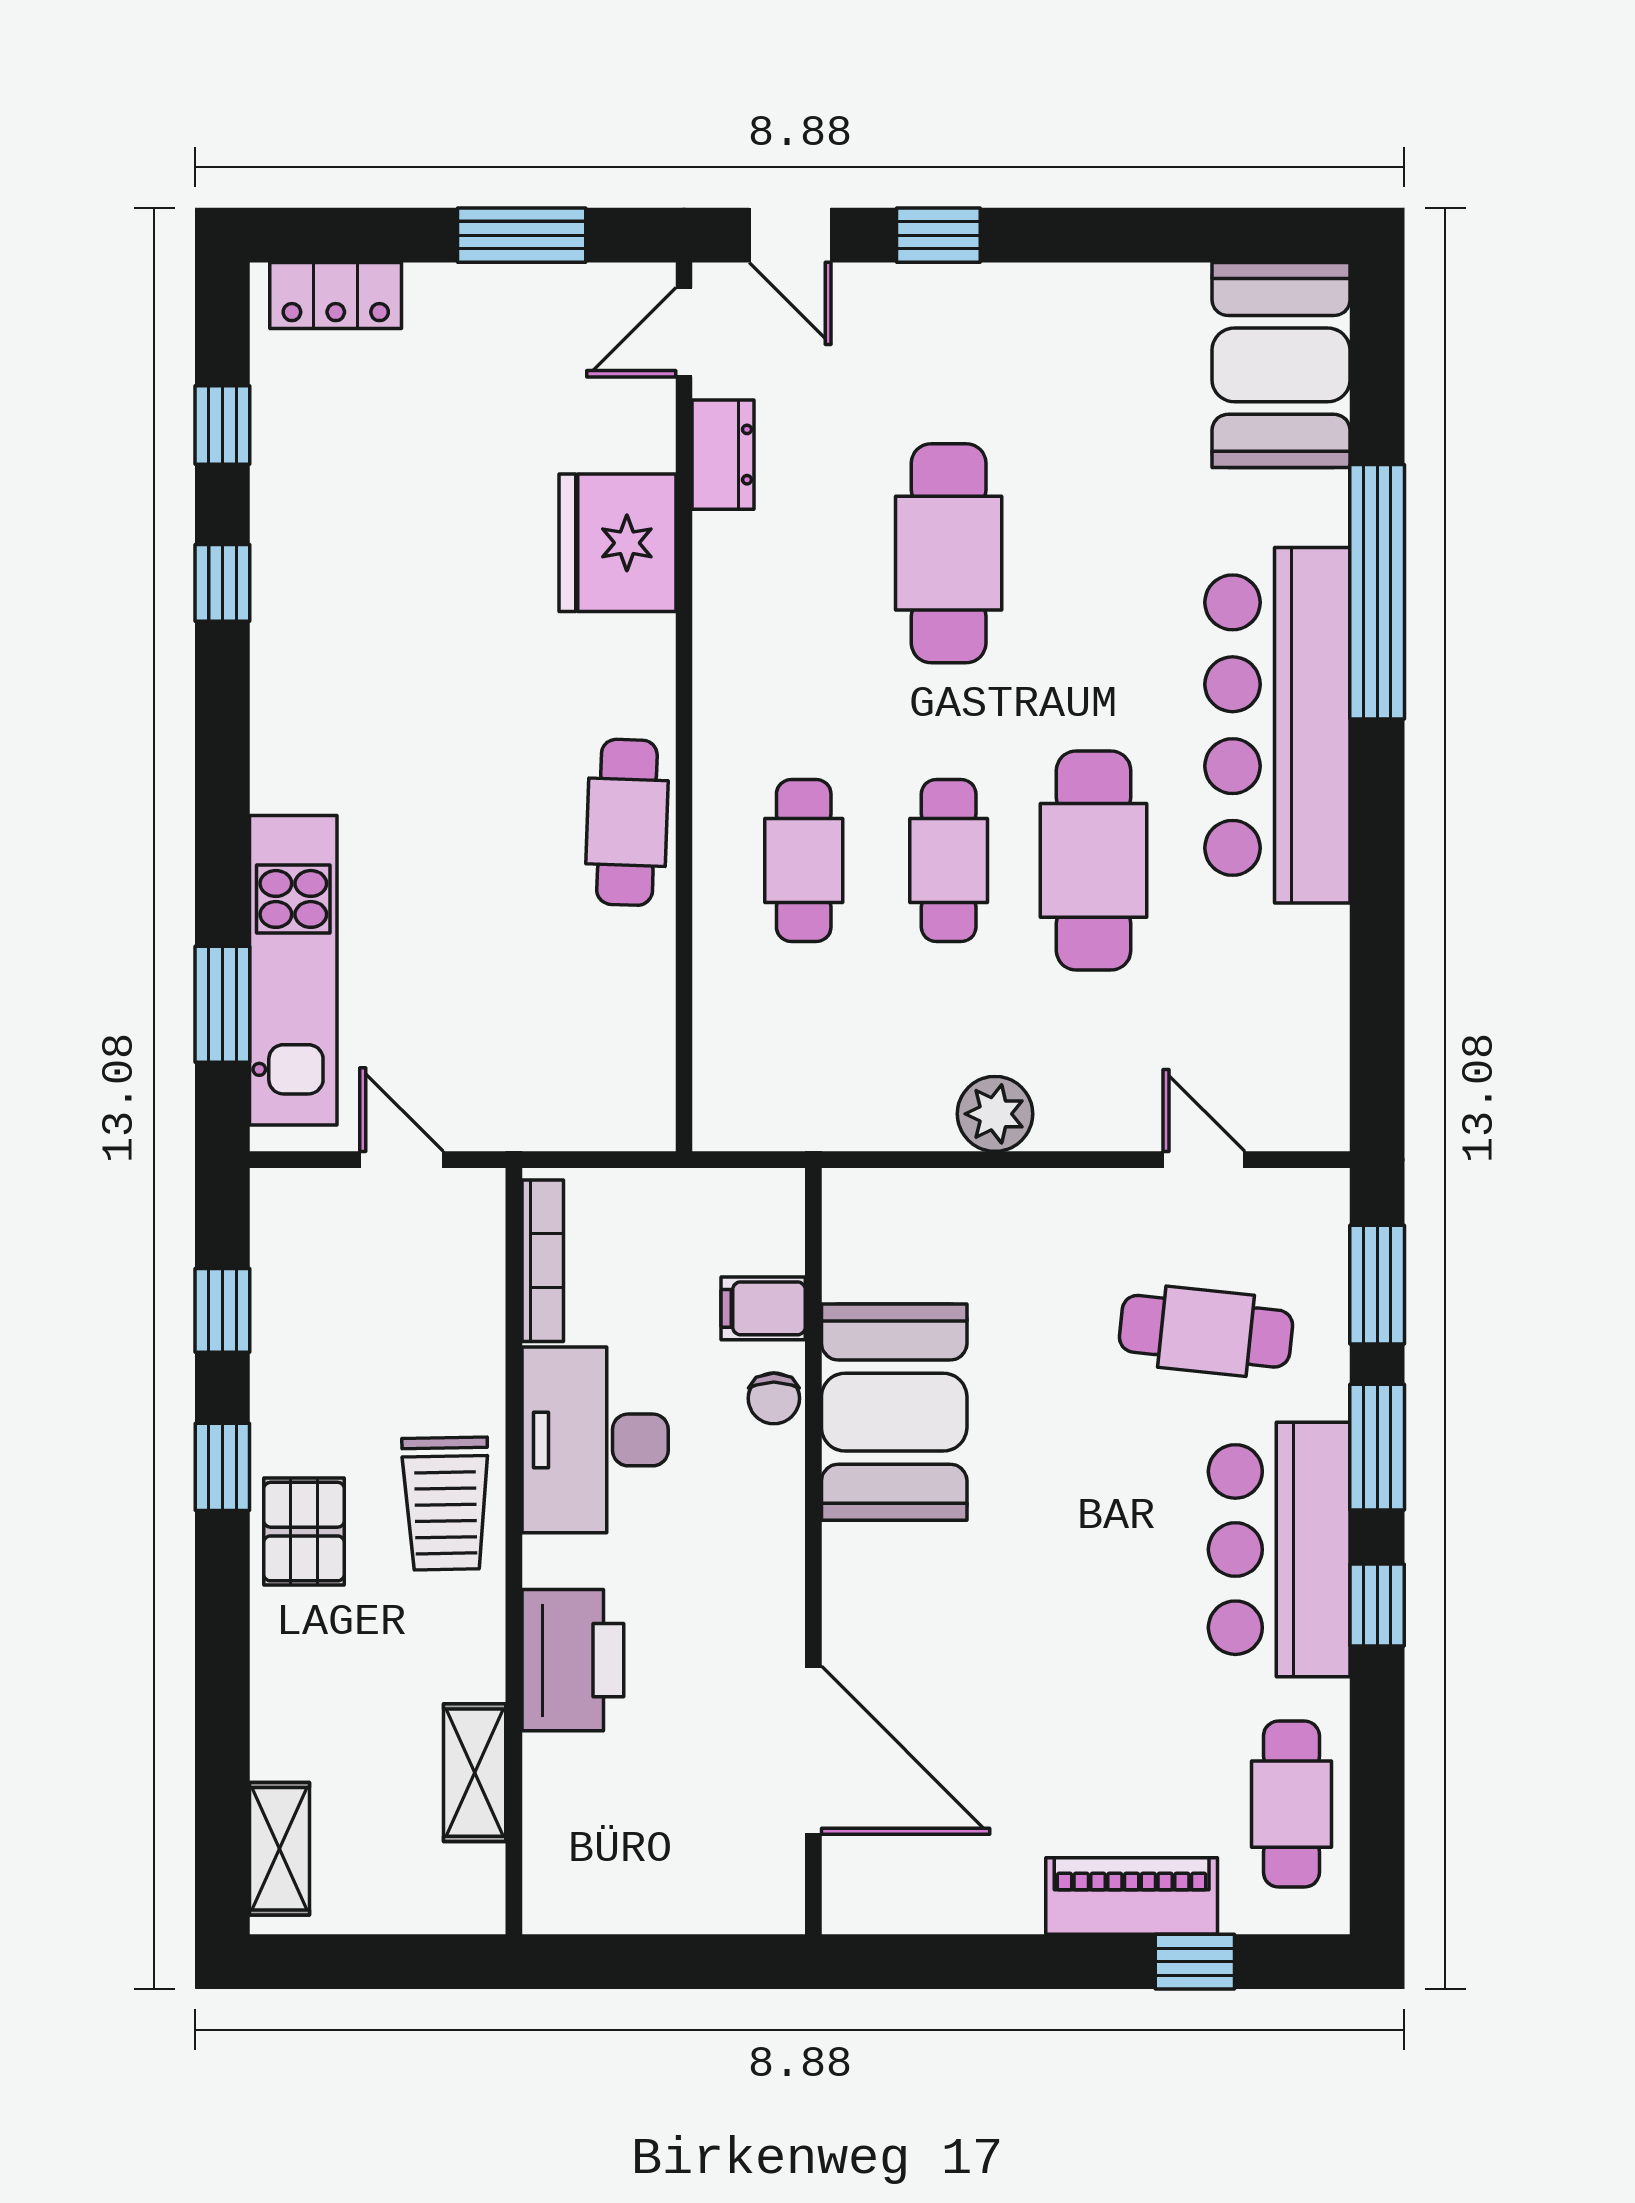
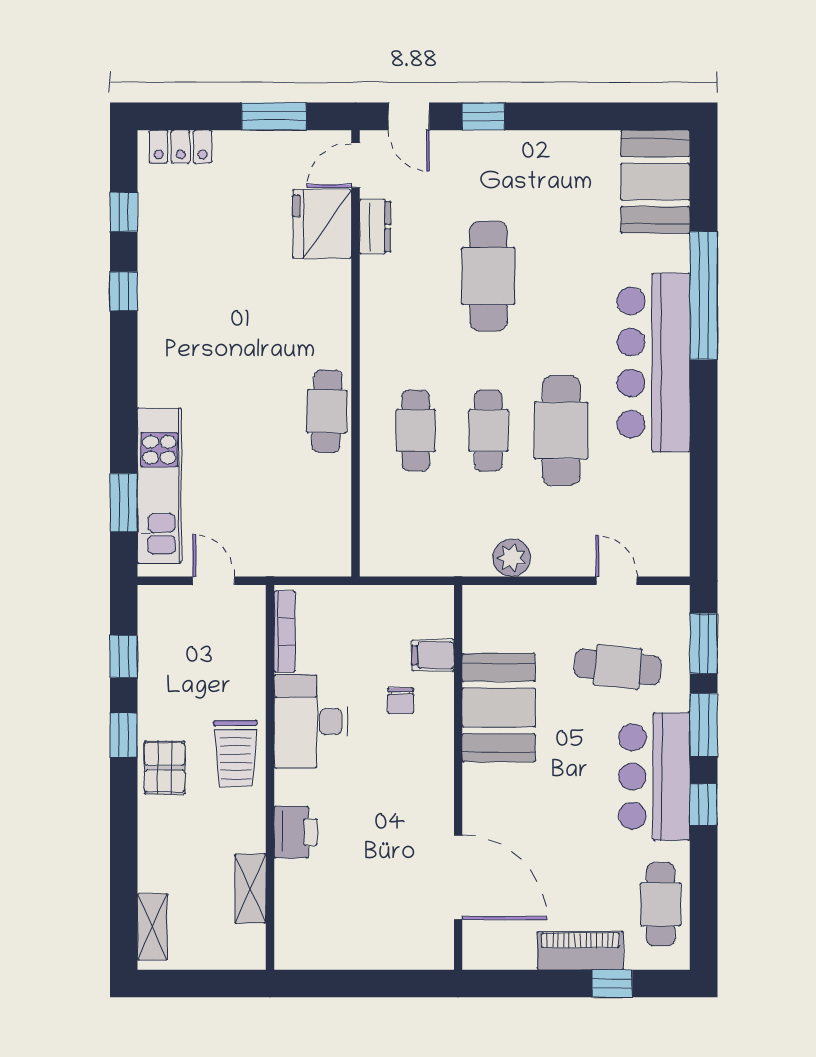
fridge: (618, 543) -> (322, 224), moved
filing cabinet: (763, 1308) -> (433, 655), moved
booth: (894, 1412) -> (499, 708), moved
wall: (813, 1551) -> (458, 777), moved
printer: (573, 1660) -> (296, 832), width x0.73, depth x0.84
door: (813, 1750) -> (458, 877), moved

